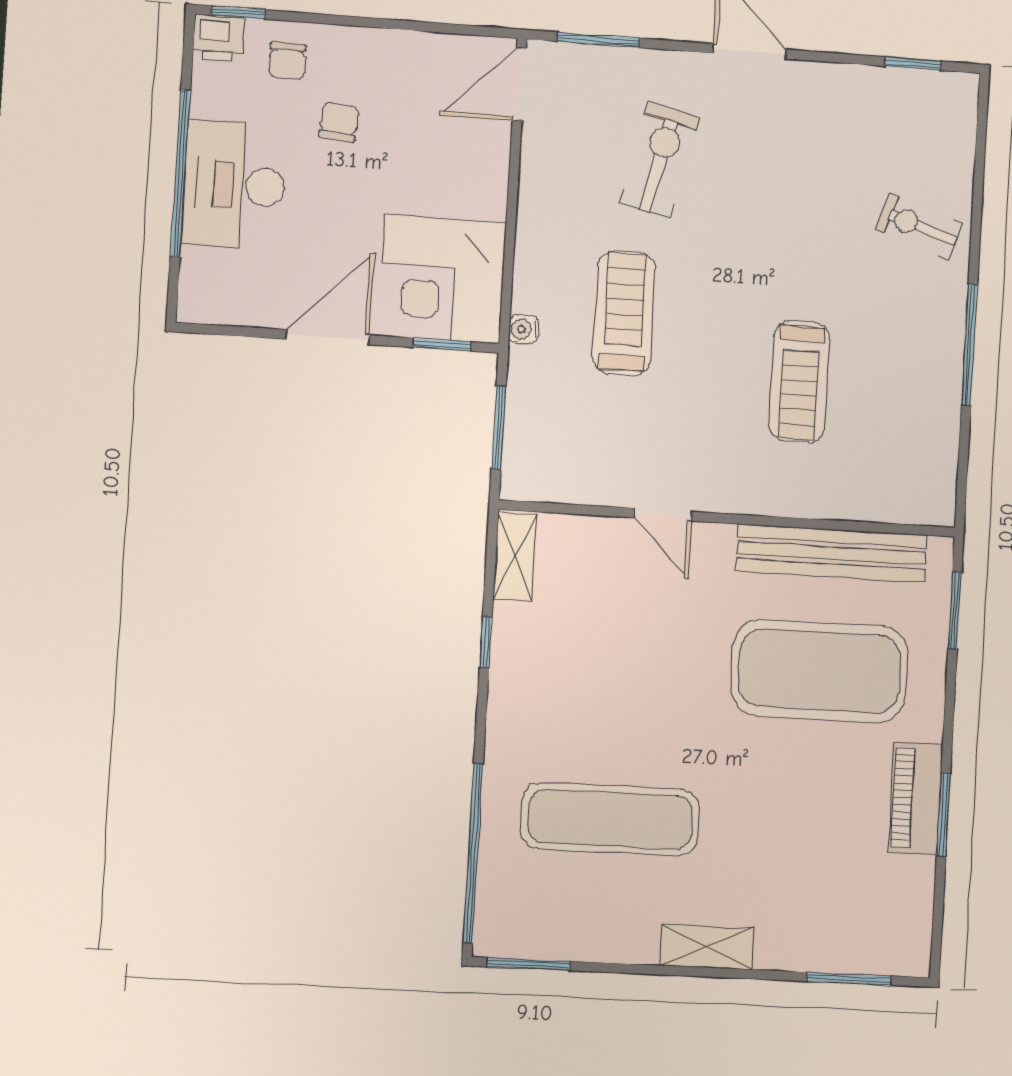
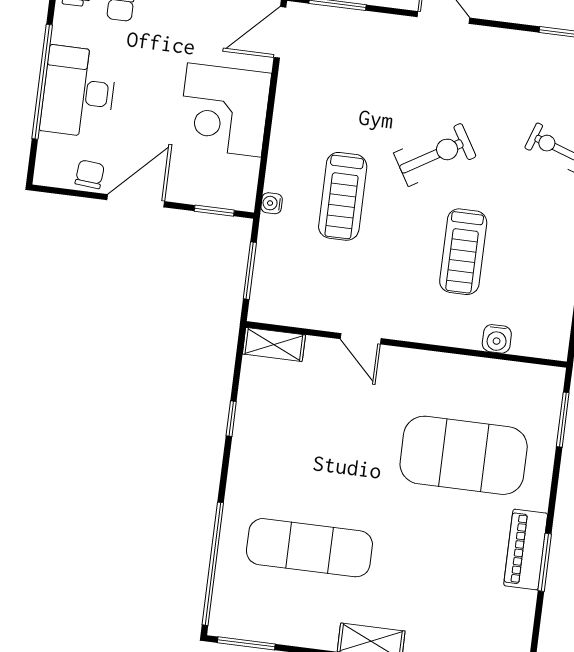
chair: (339, 122) -> (90, 174), moved
exercise bike: (659, 160) -> (435, 155), moved, turned 46
corner desk: (442, 279) -> (224, 110), moved
treadmill: (624, 313) -> (343, 196), turned 180
water cooler: (855, 502) -> (497, 339), added
bench: (832, 553) -> (478, 373), removed
shelving: (515, 556) -> (274, 344), moved, turned 90

